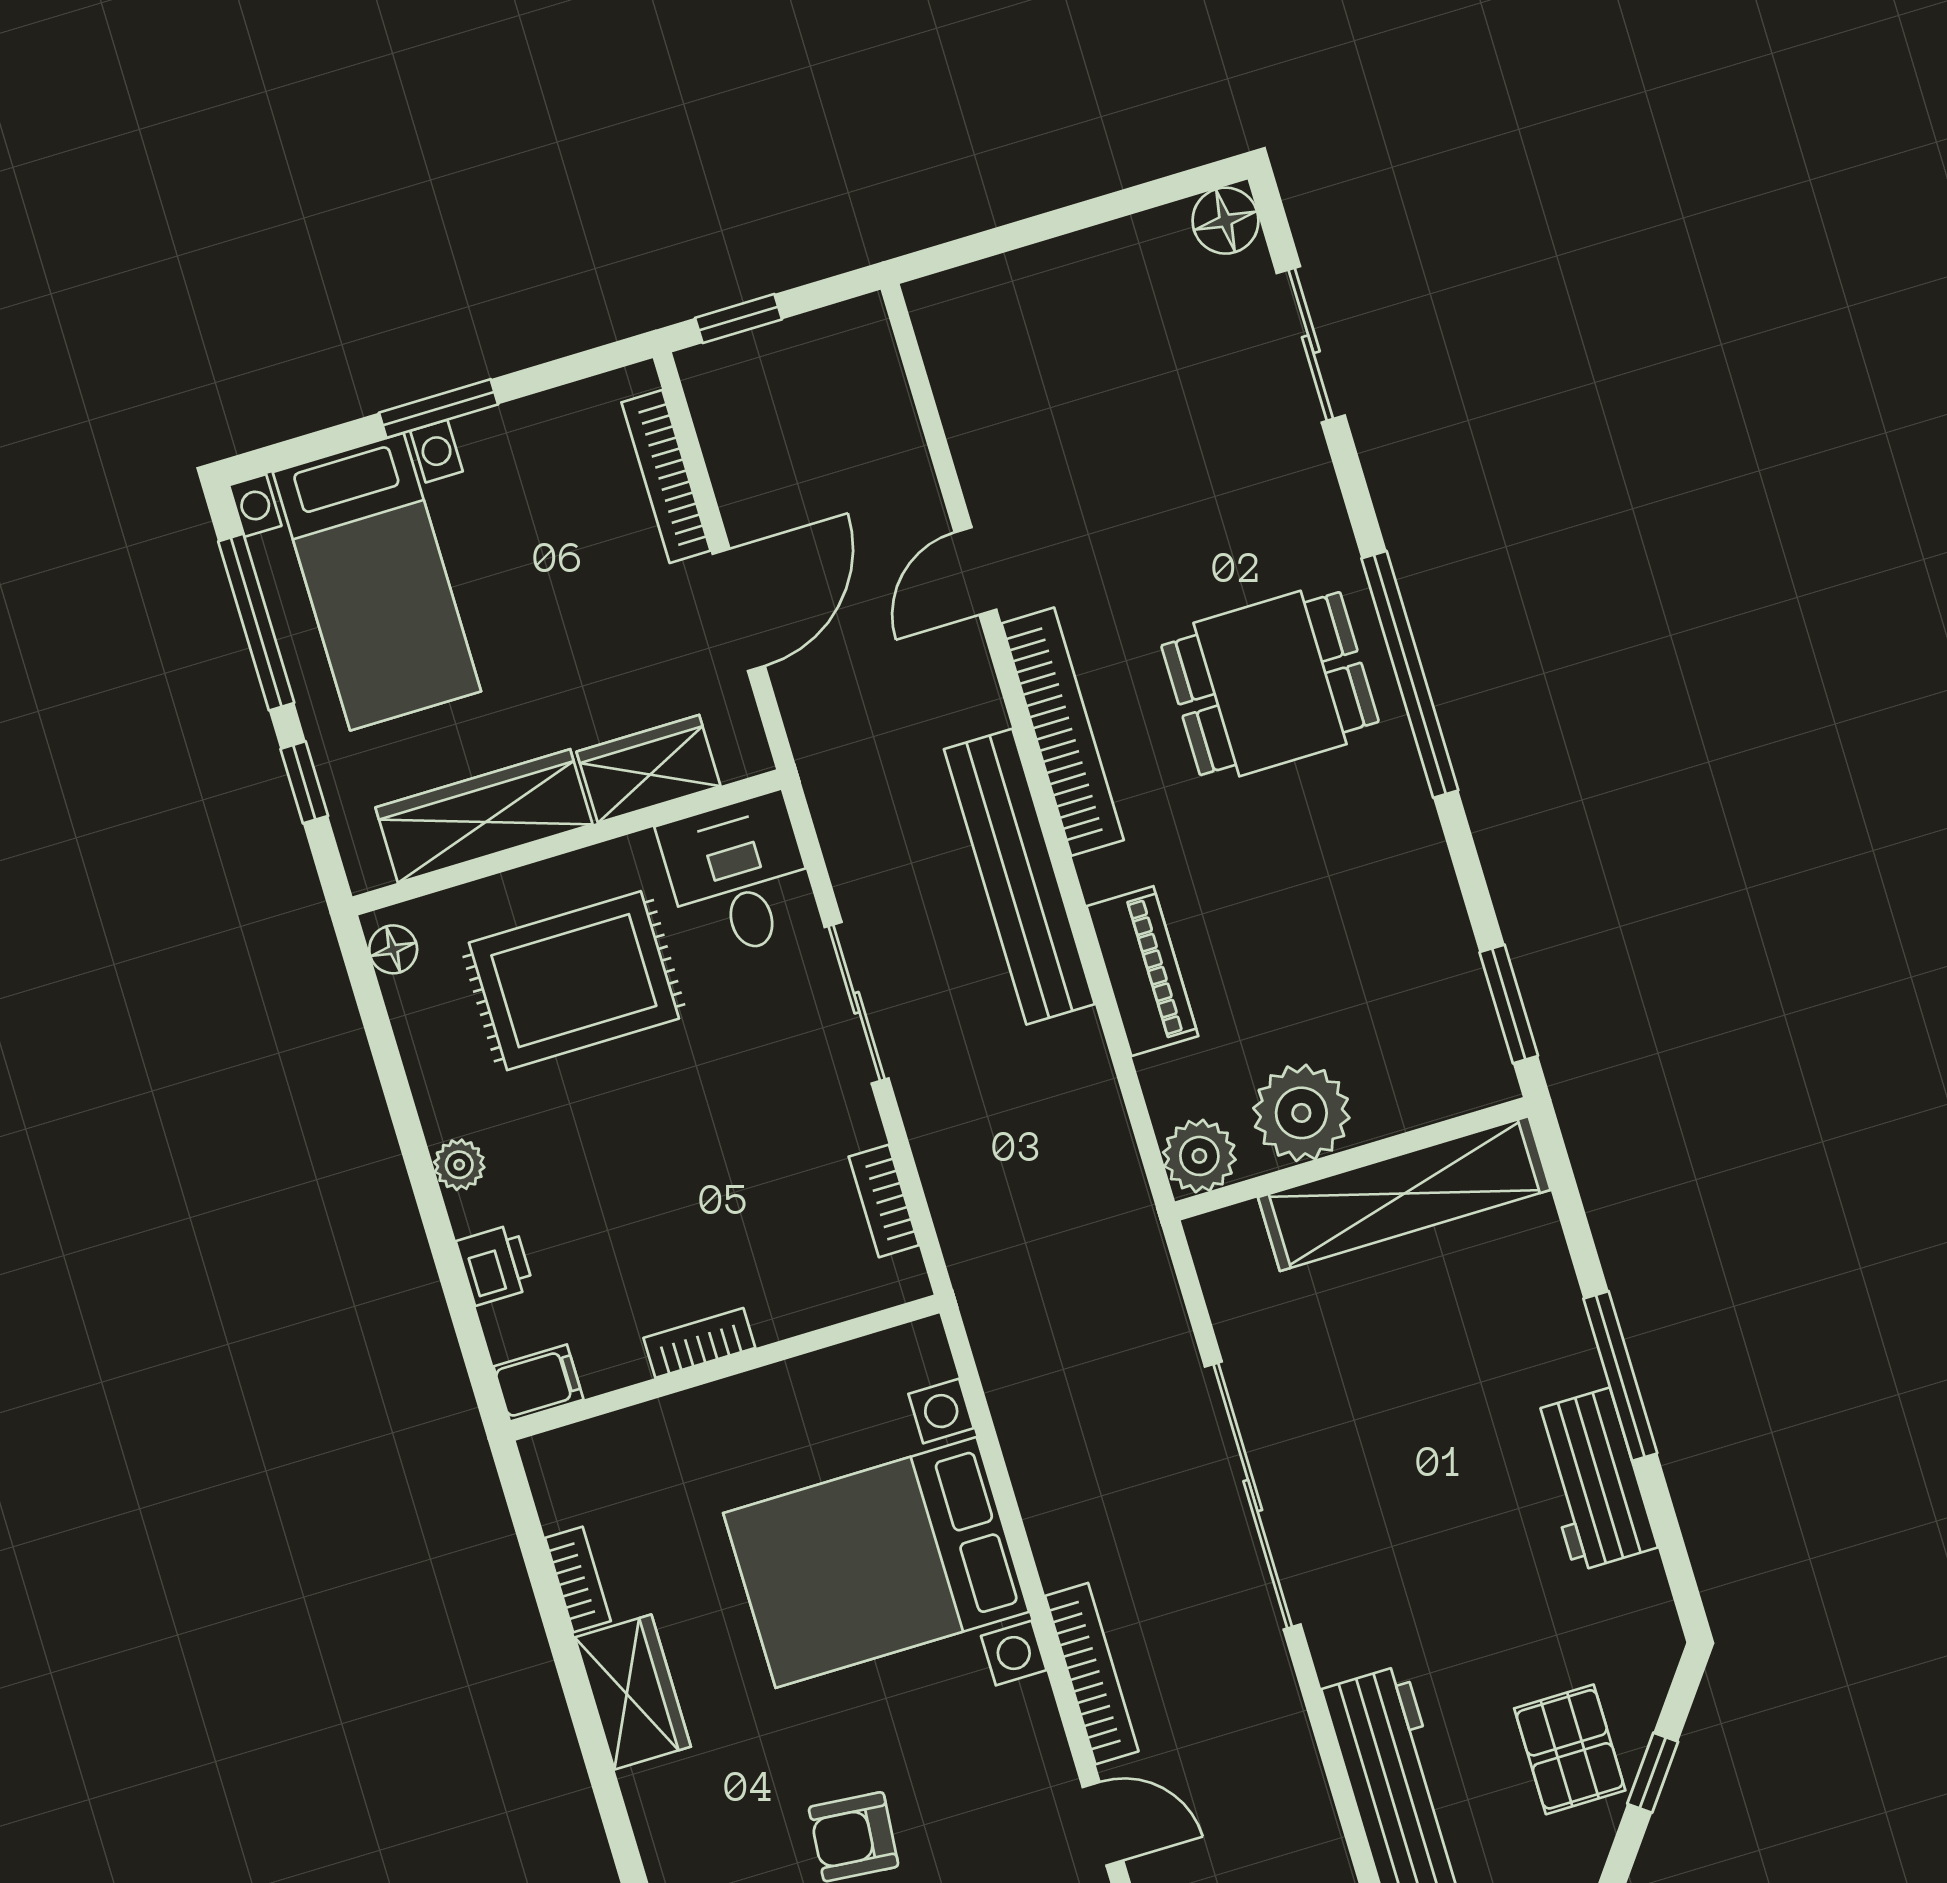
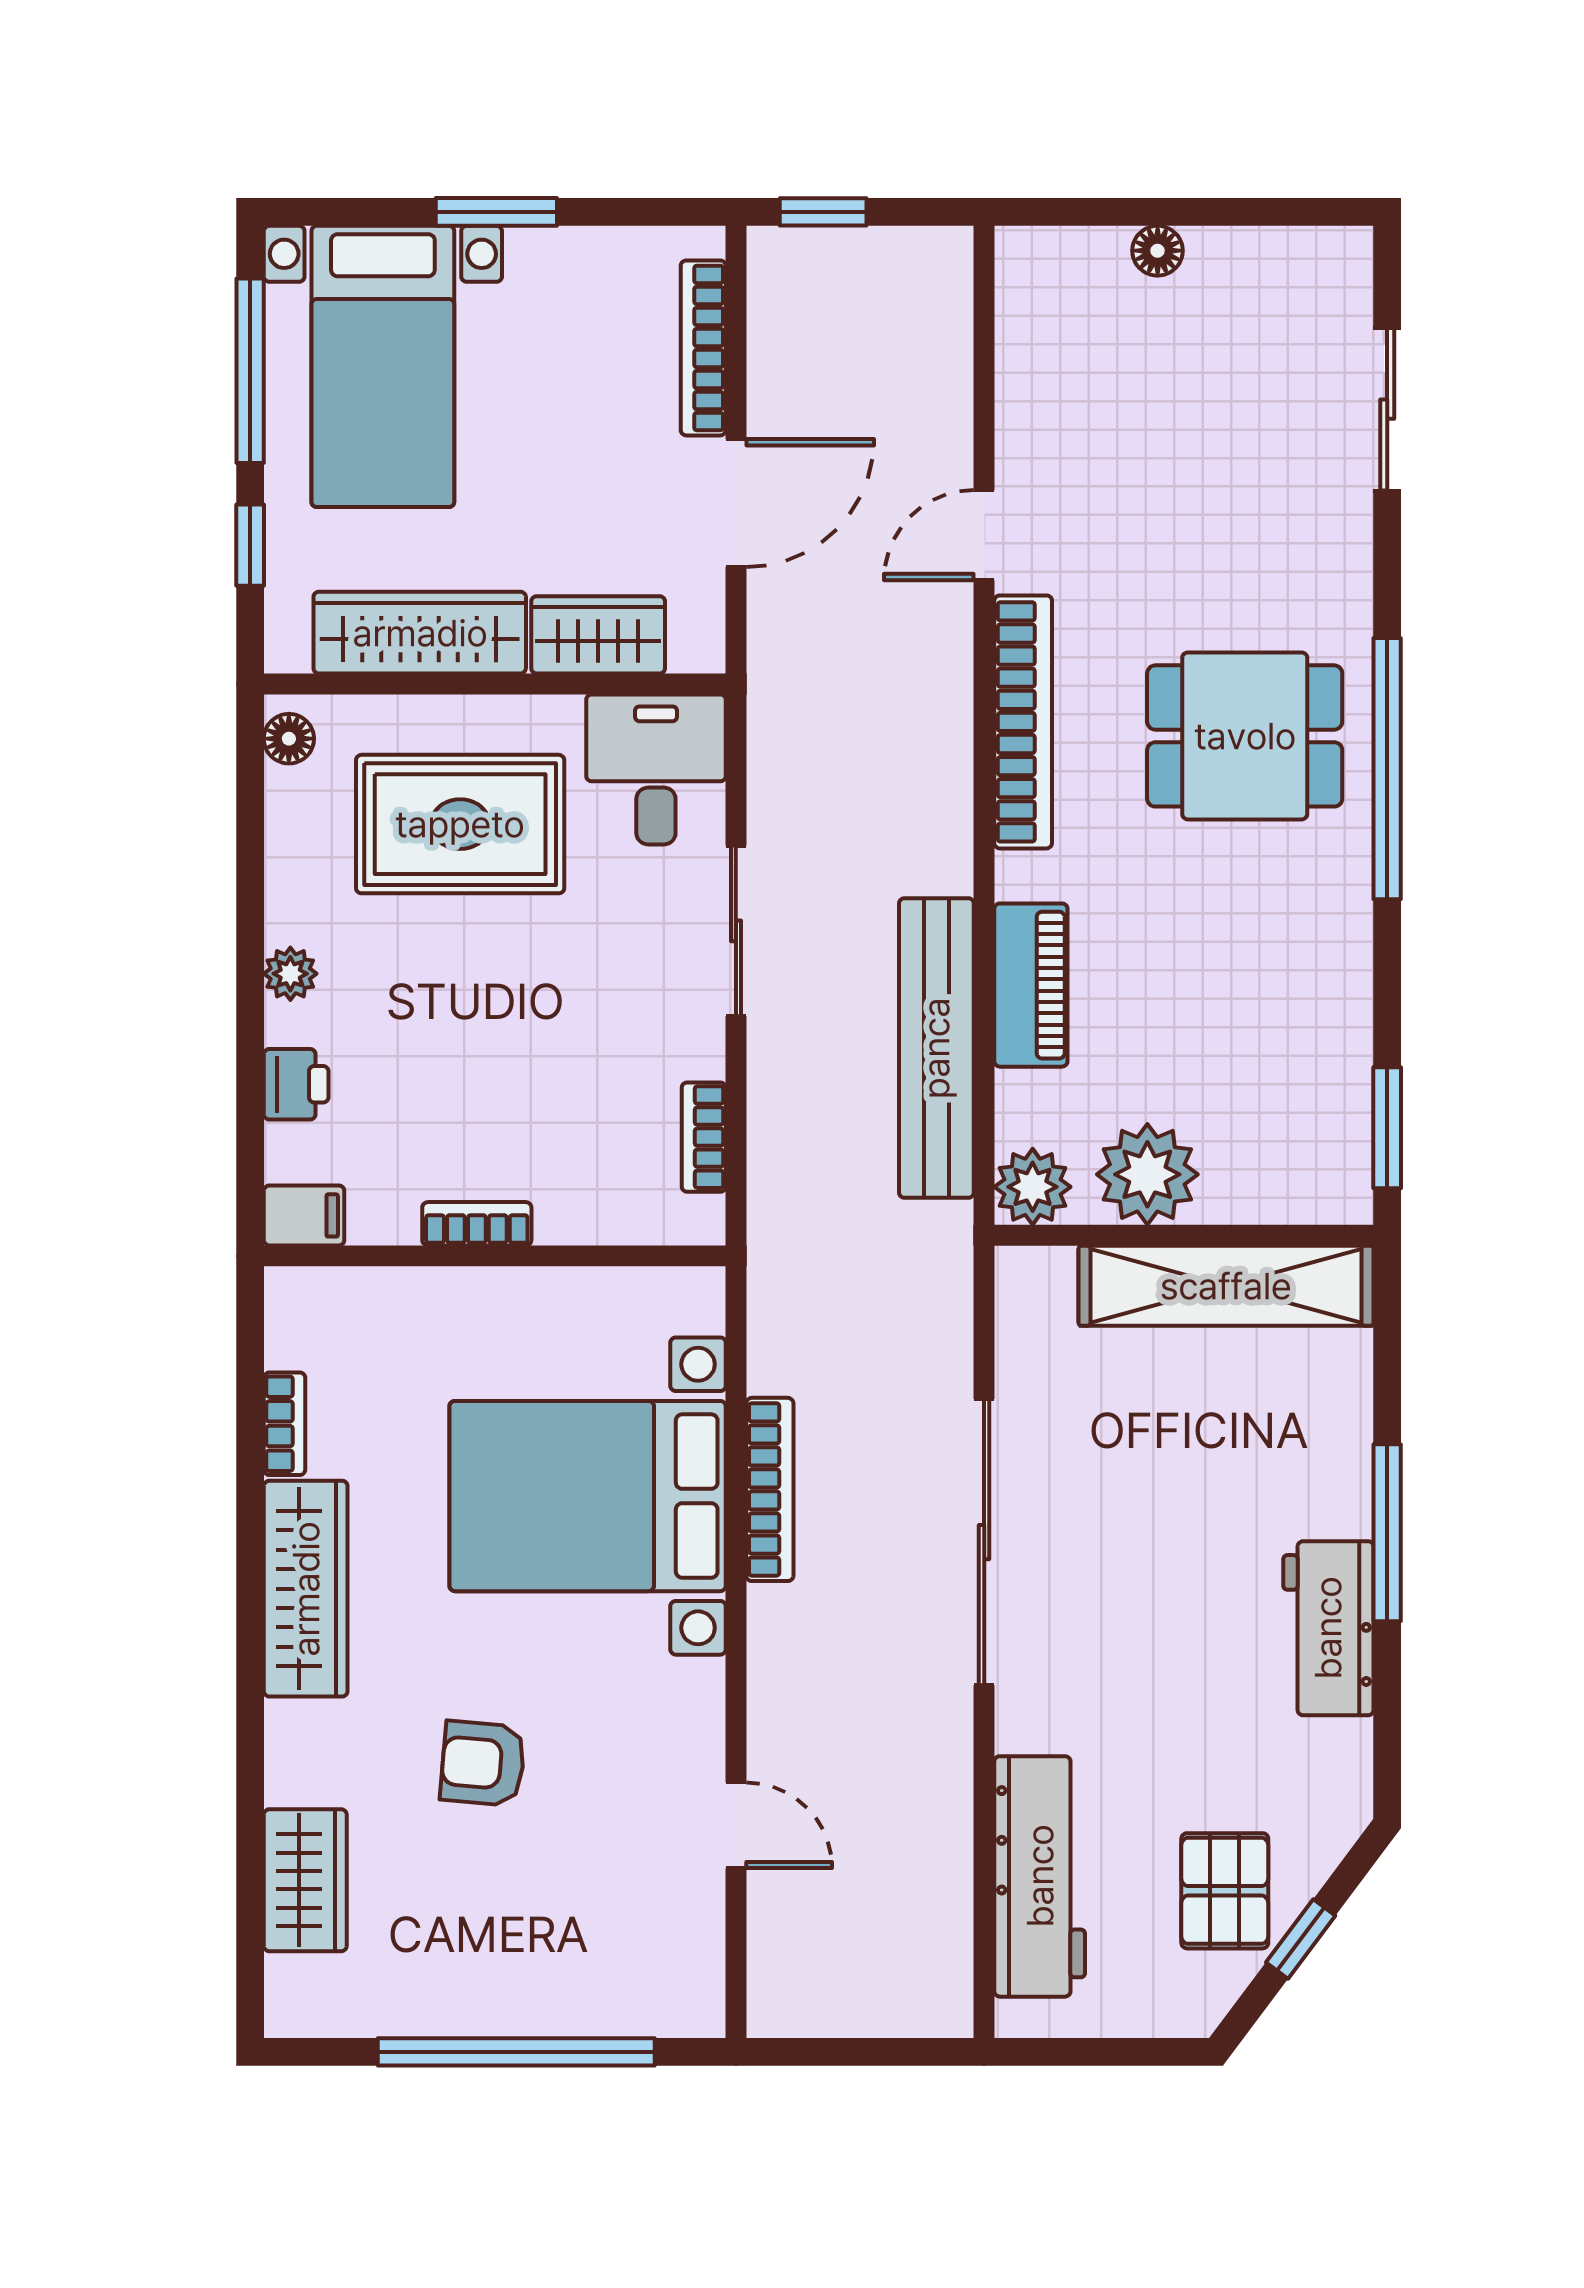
floor lamp: (1226, 221) -> (1158, 251), moved, width x0.73, depth x0.73
bench: (1019, 877) -> (936, 1048), moved
bookcase: (1092, 1674) -> (770, 1489), moved
wardrobe: (633, 1692) -> (306, 1589), width x1.50

